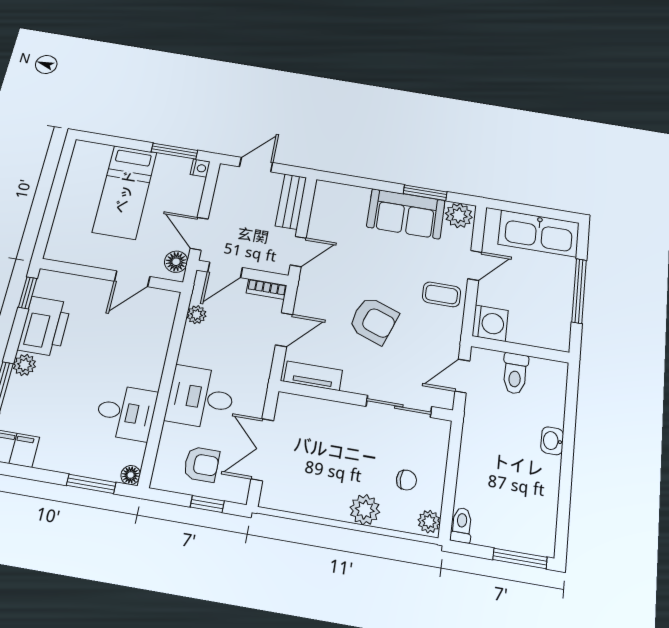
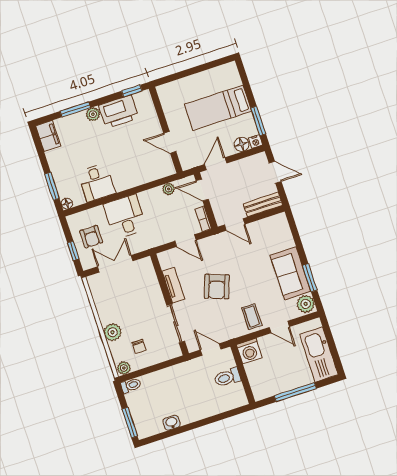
floor lamp: (176, 262) -> (242, 144), moved
tv unit: (313, 376) -> (173, 285), moved
washbasin: (552, 441) -> (172, 423), moved

